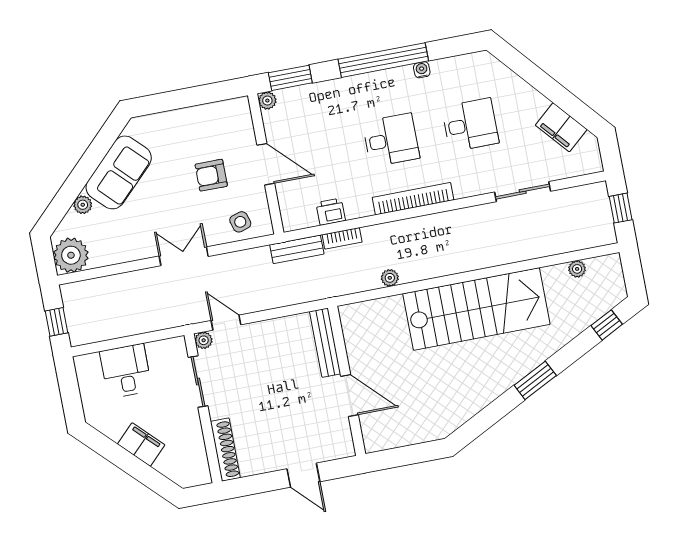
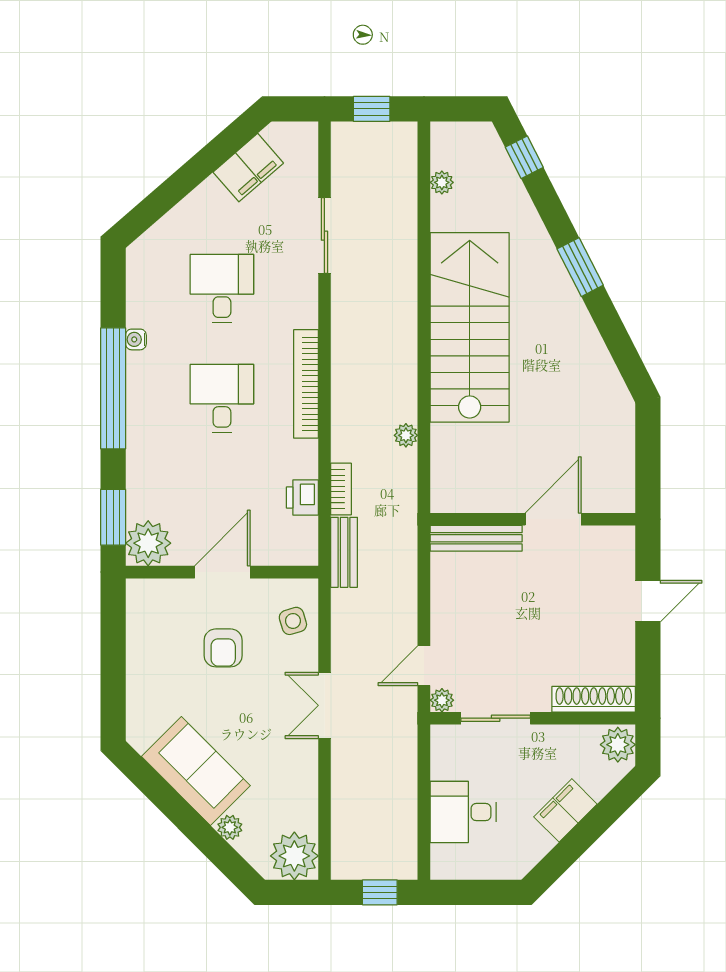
plant: (267, 101) -> (148, 543), width x1.87, depth x1.87
plant: (196, 473) -> (618, 745), added

